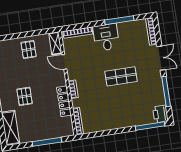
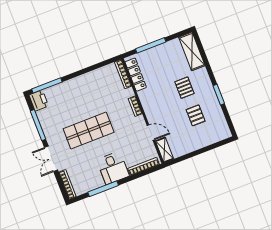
pallet: (29, 50) -> (196, 115), moved
shop shelf: (121, 76) -> (89, 131), width x1.43, depth x1.36
locker: (64, 101) -> (136, 75), moved

